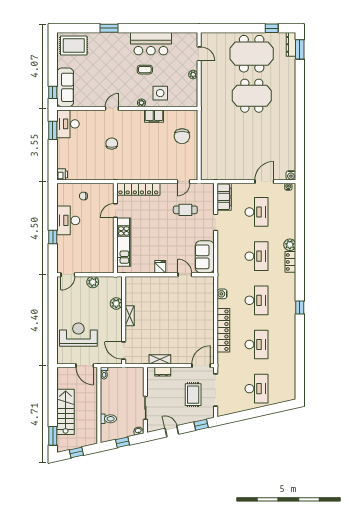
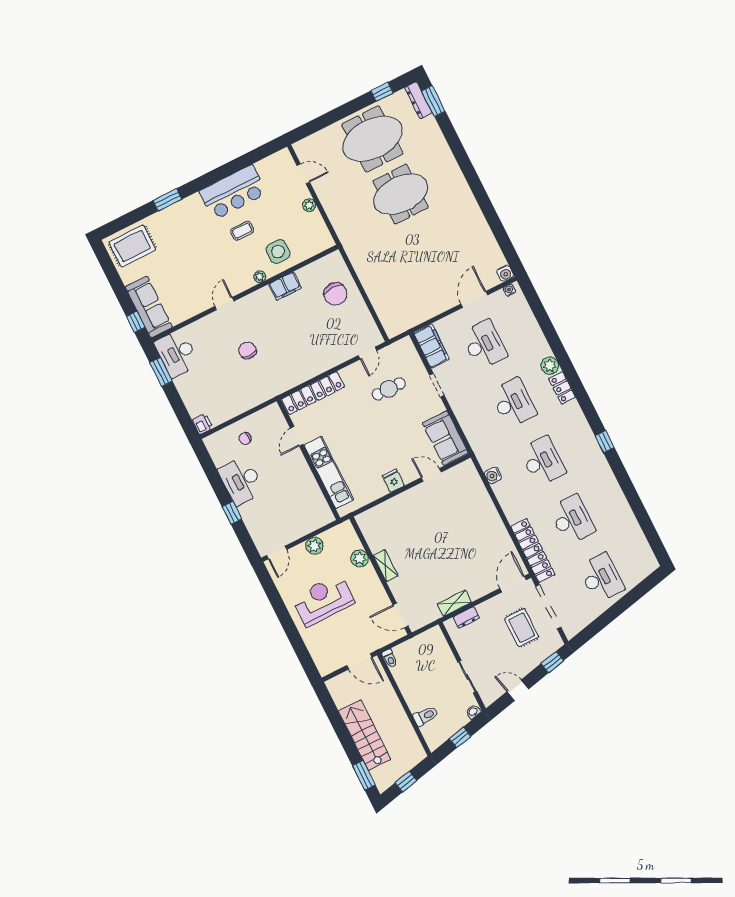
locker: (223, 330) -> (533, 550), moved
reception desk: (78, 335) -> (323, 600), moved

